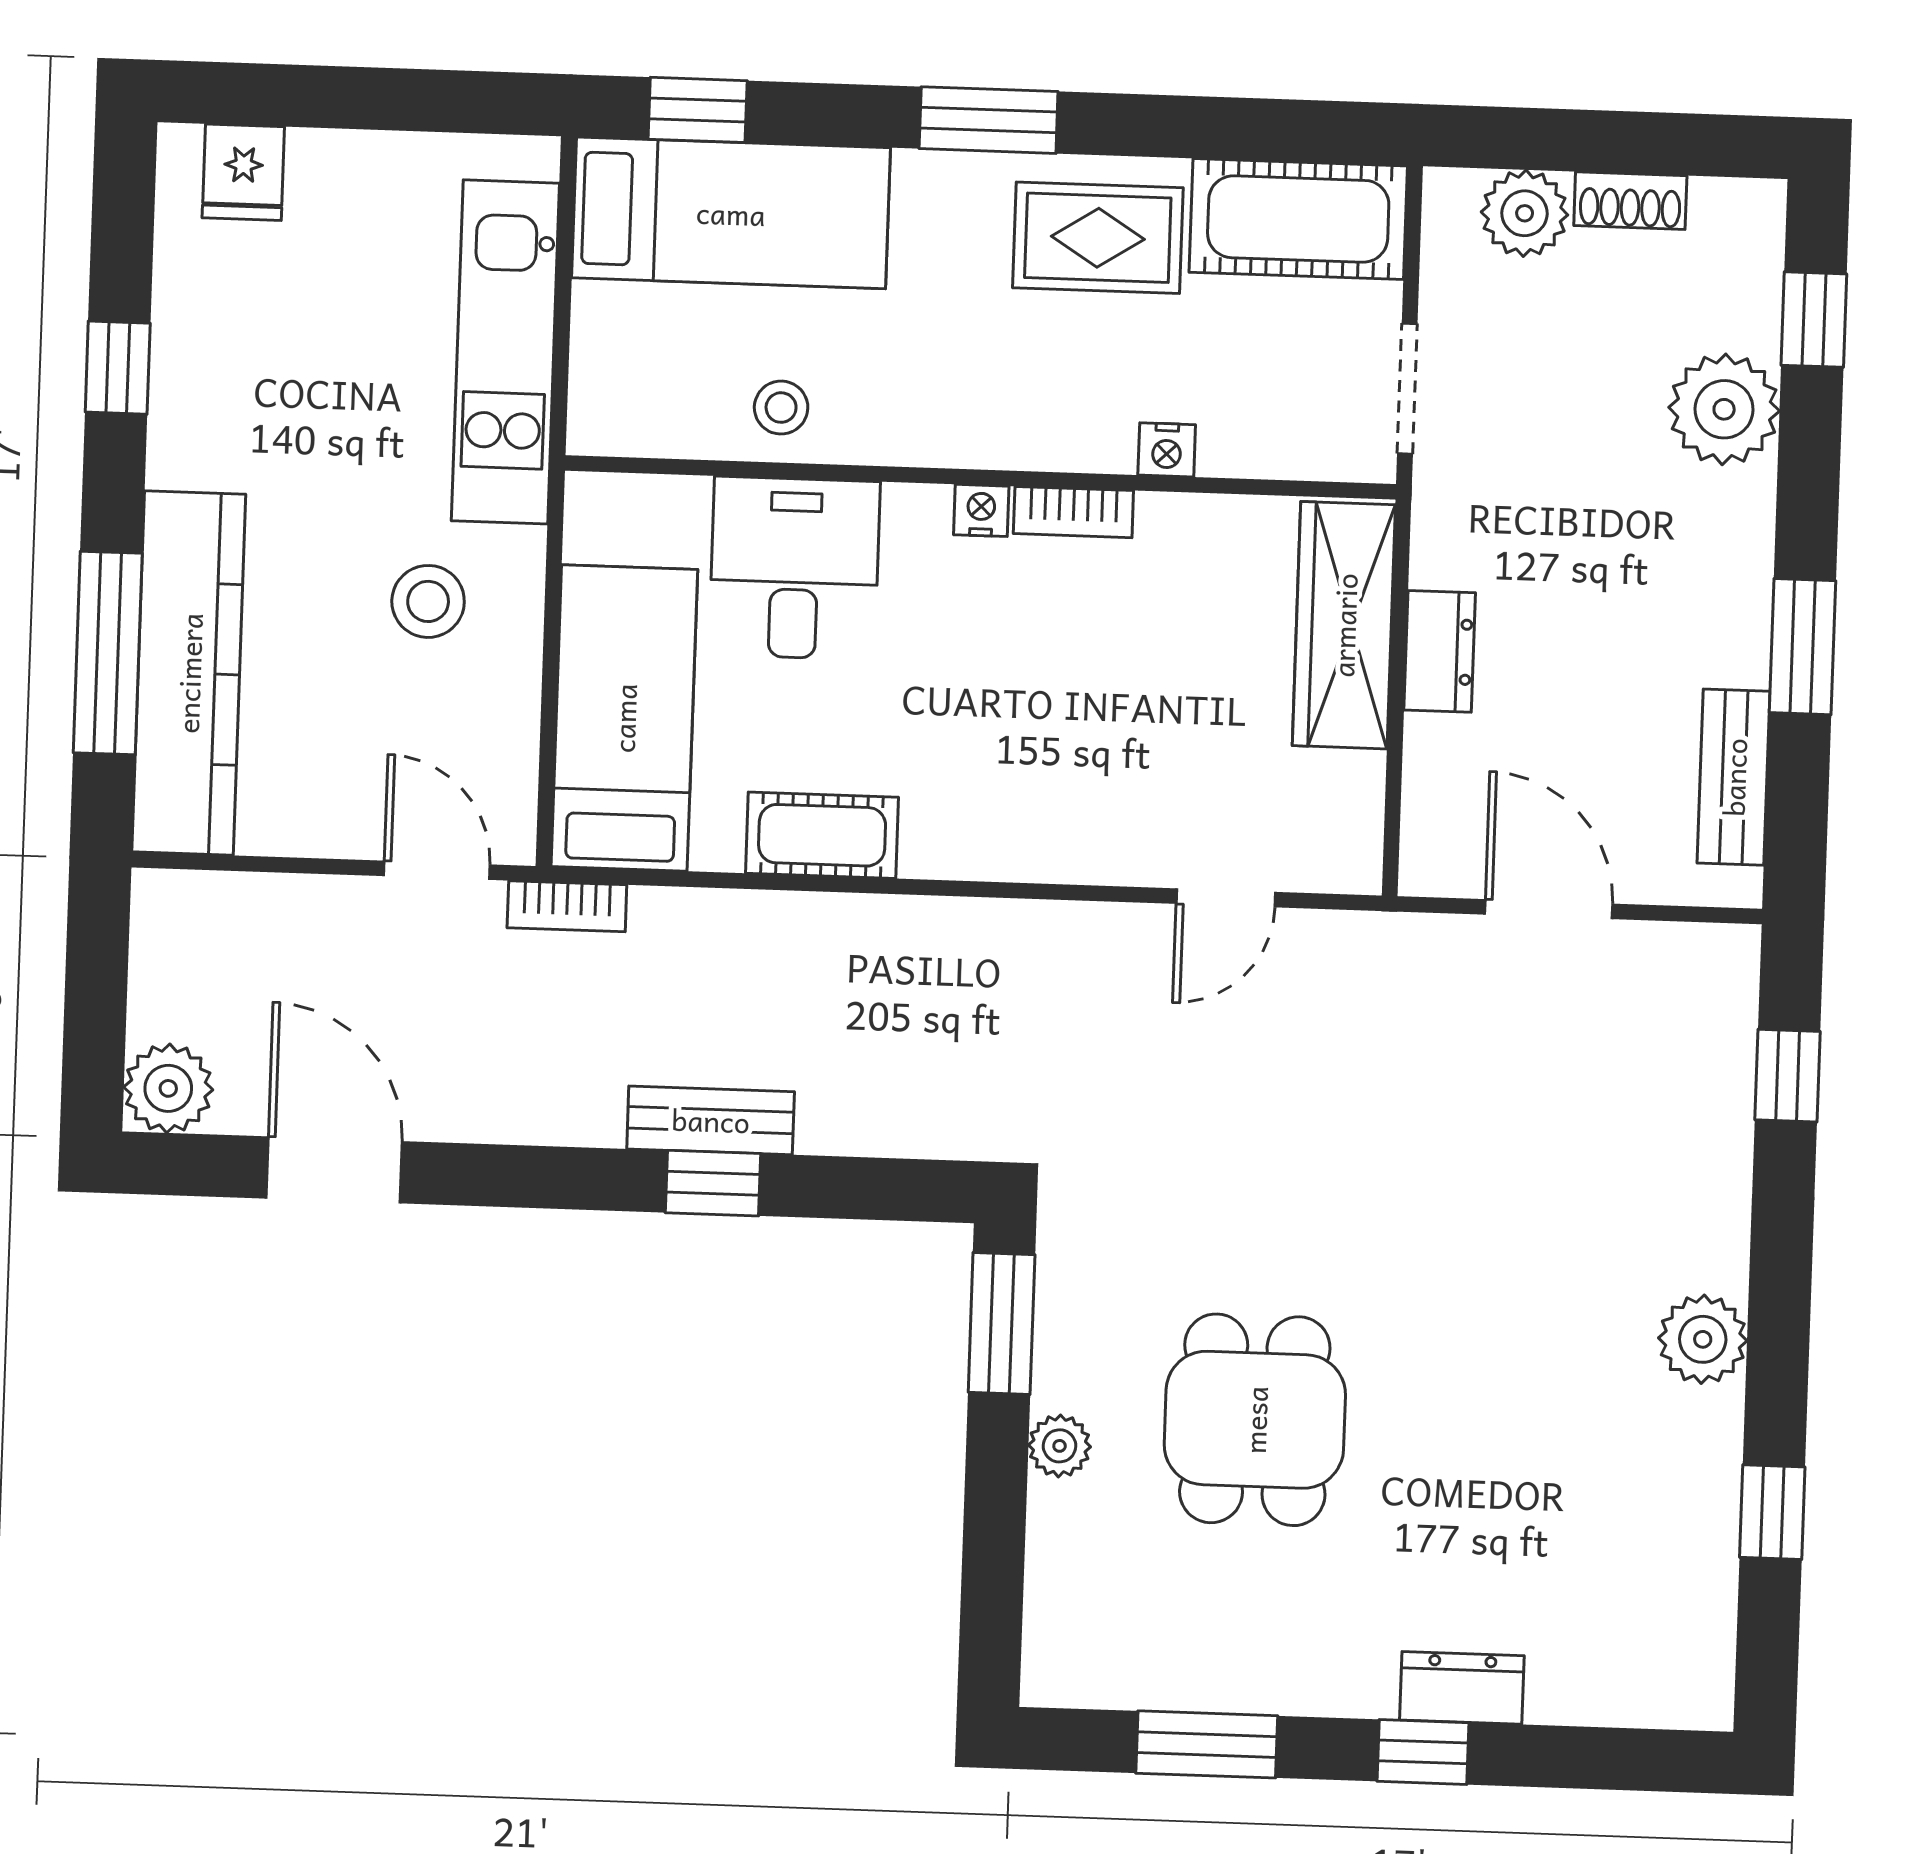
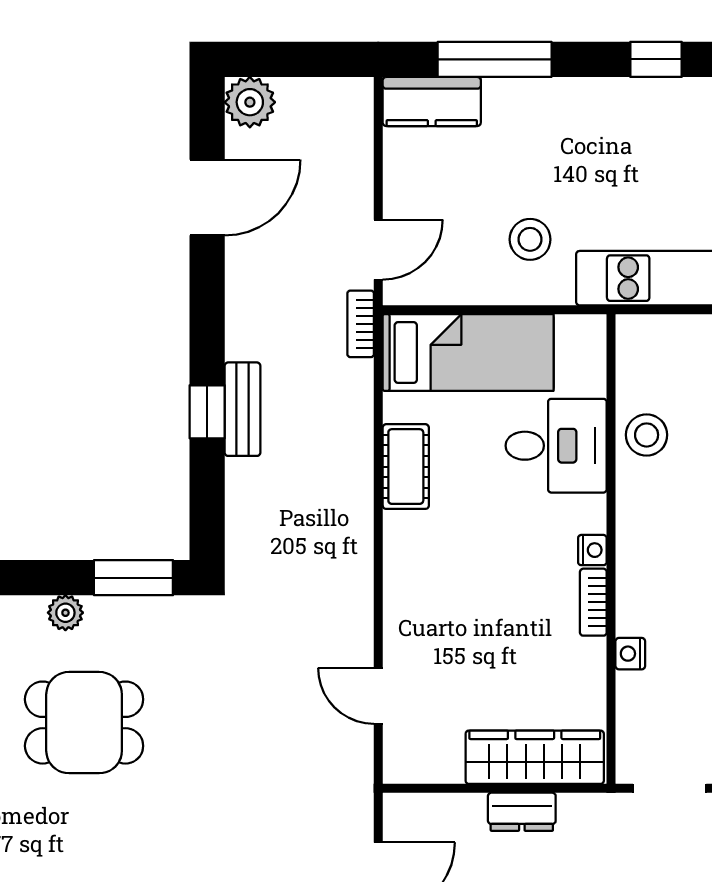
stool: (781, 408) -> (647, 435), width x1.37, depth x1.37
kitchen counter: (189, 673) -> (432, 101), width x0.48, depth x0.86

